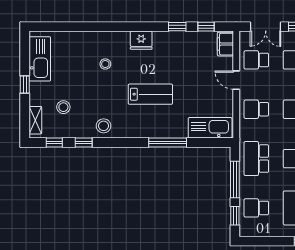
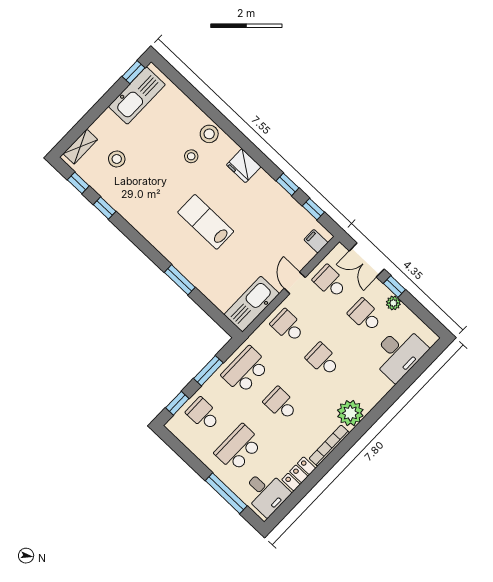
filing cabinet: (225, 44) -> (316, 241), width x0.50
window: (25, 85) -> (134, 72), moved
lab bench: (150, 94) -> (206, 222), turned 180
stool: (104, 126) -> (209, 134), moved
kitchen sink: (210, 128) -> (252, 304), moved, turned -90
window: (168, 142) -> (180, 280), width x0.69
window: (235, 180) -> (208, 371), width x0.69

